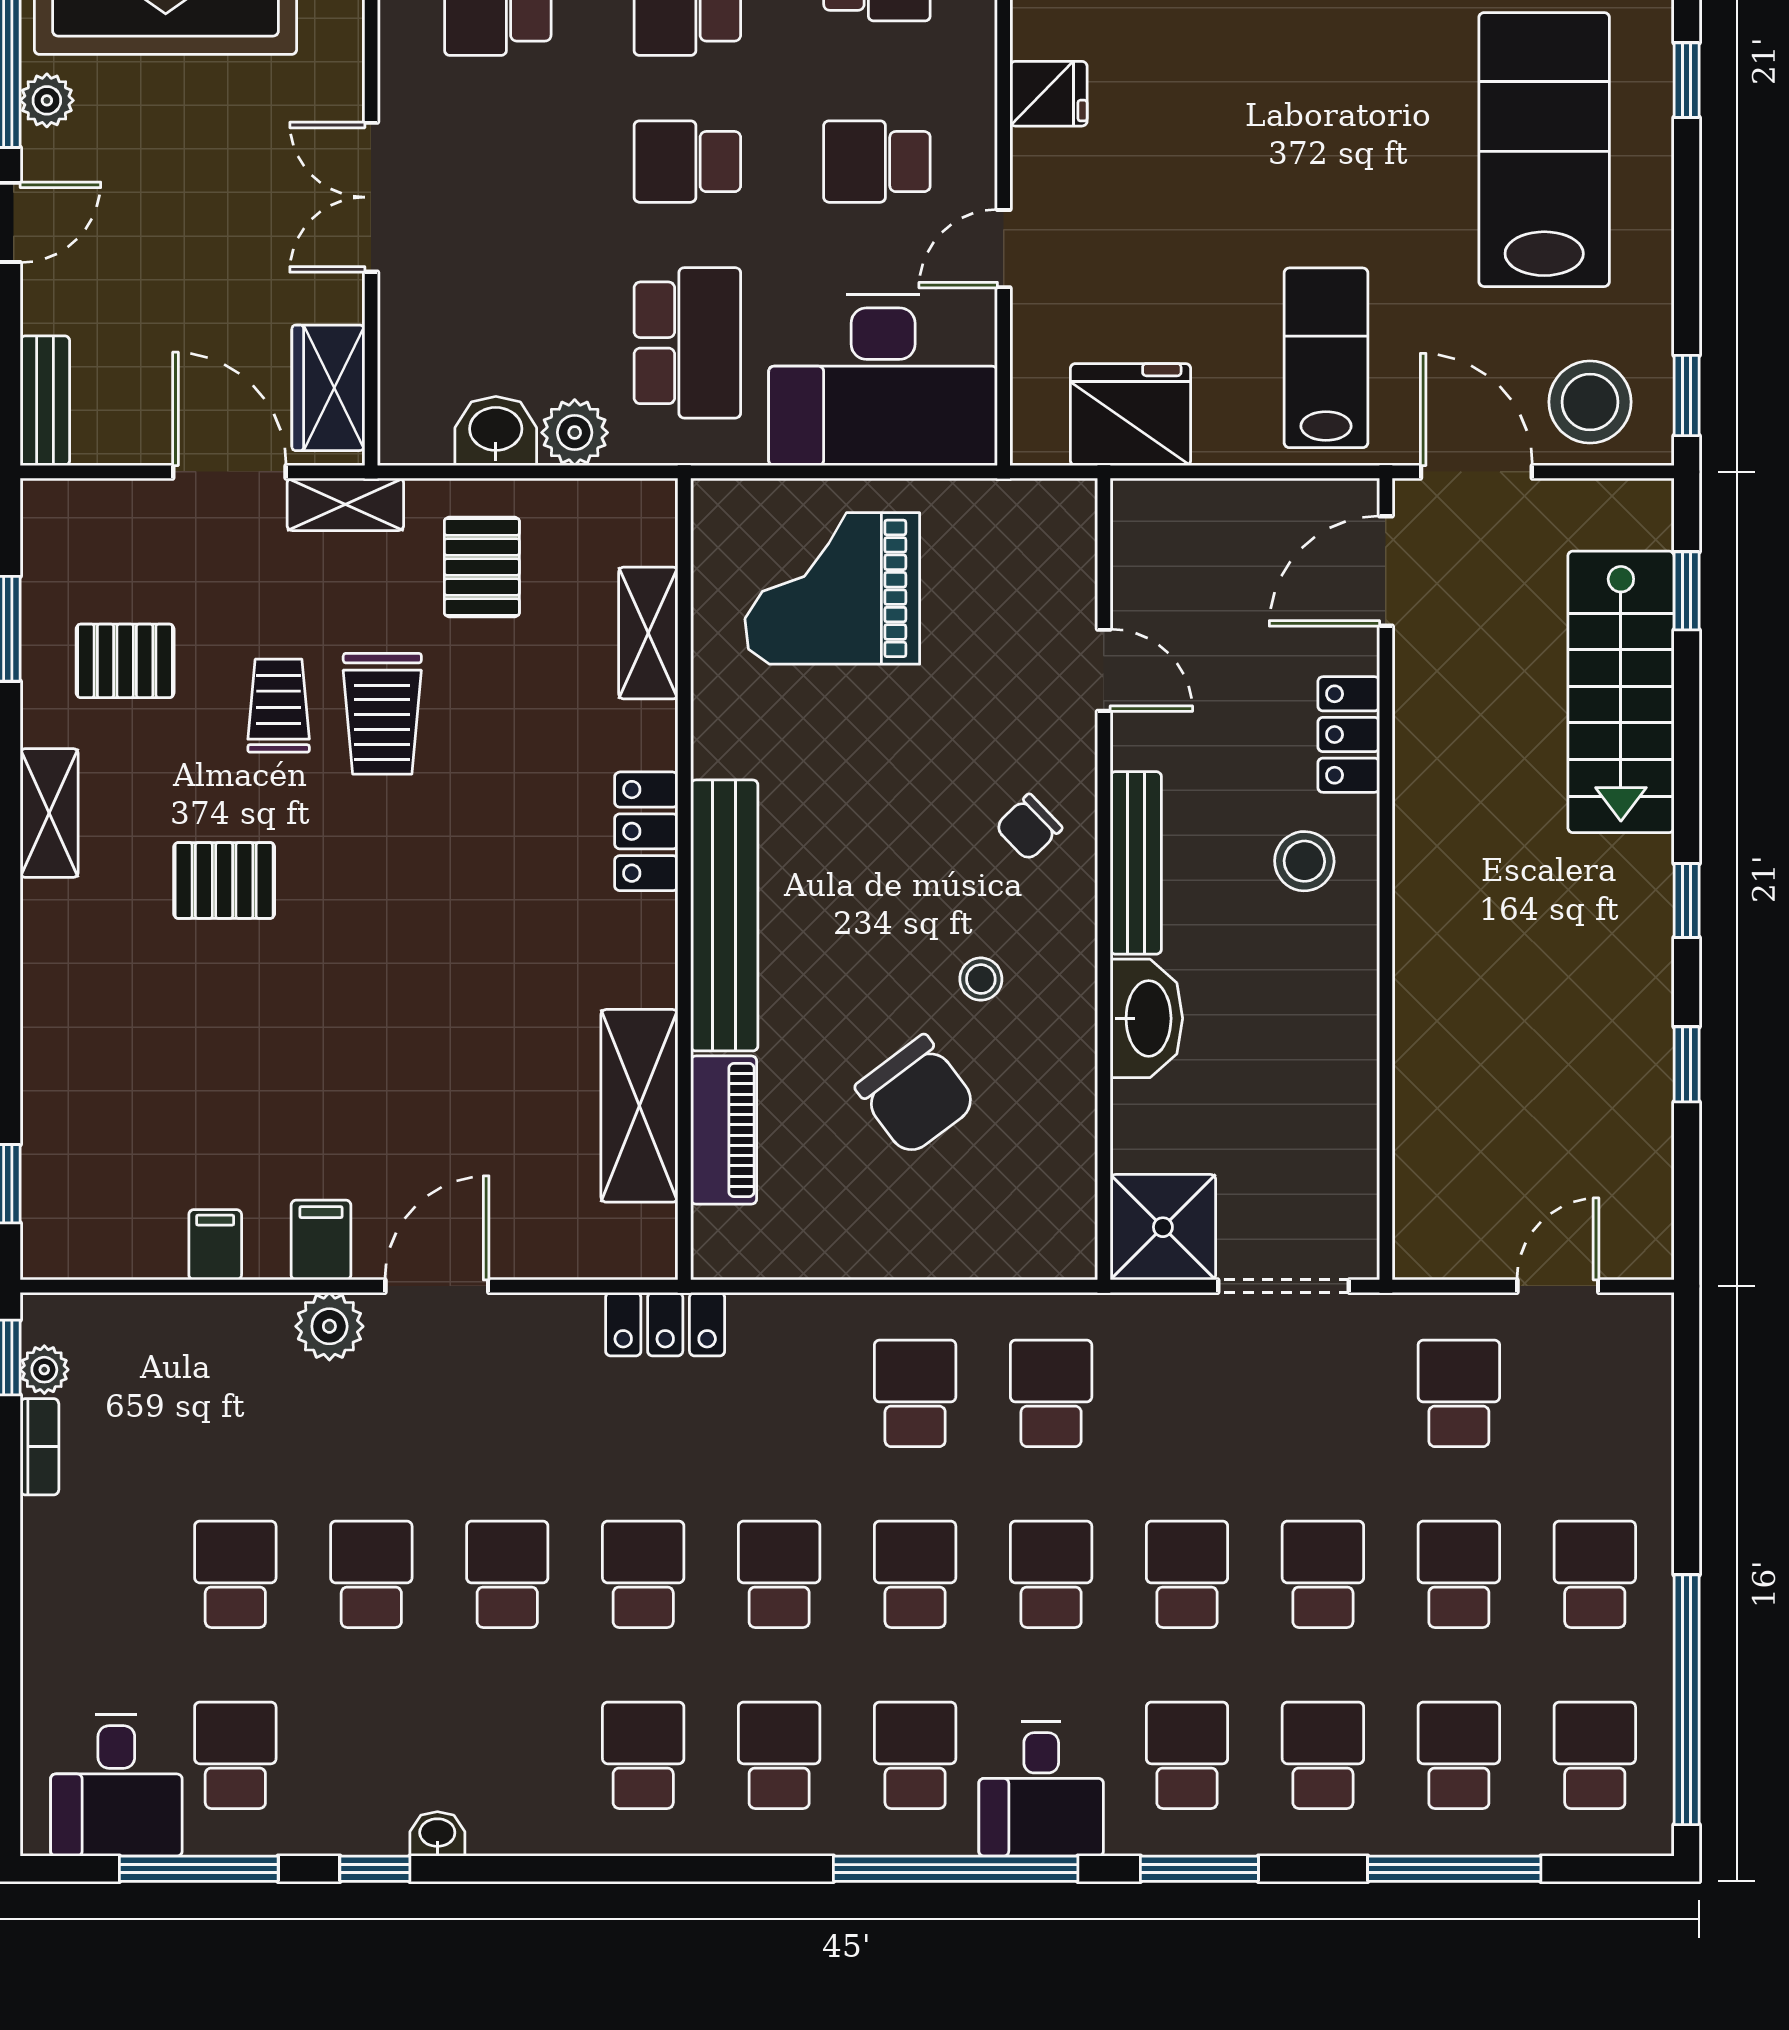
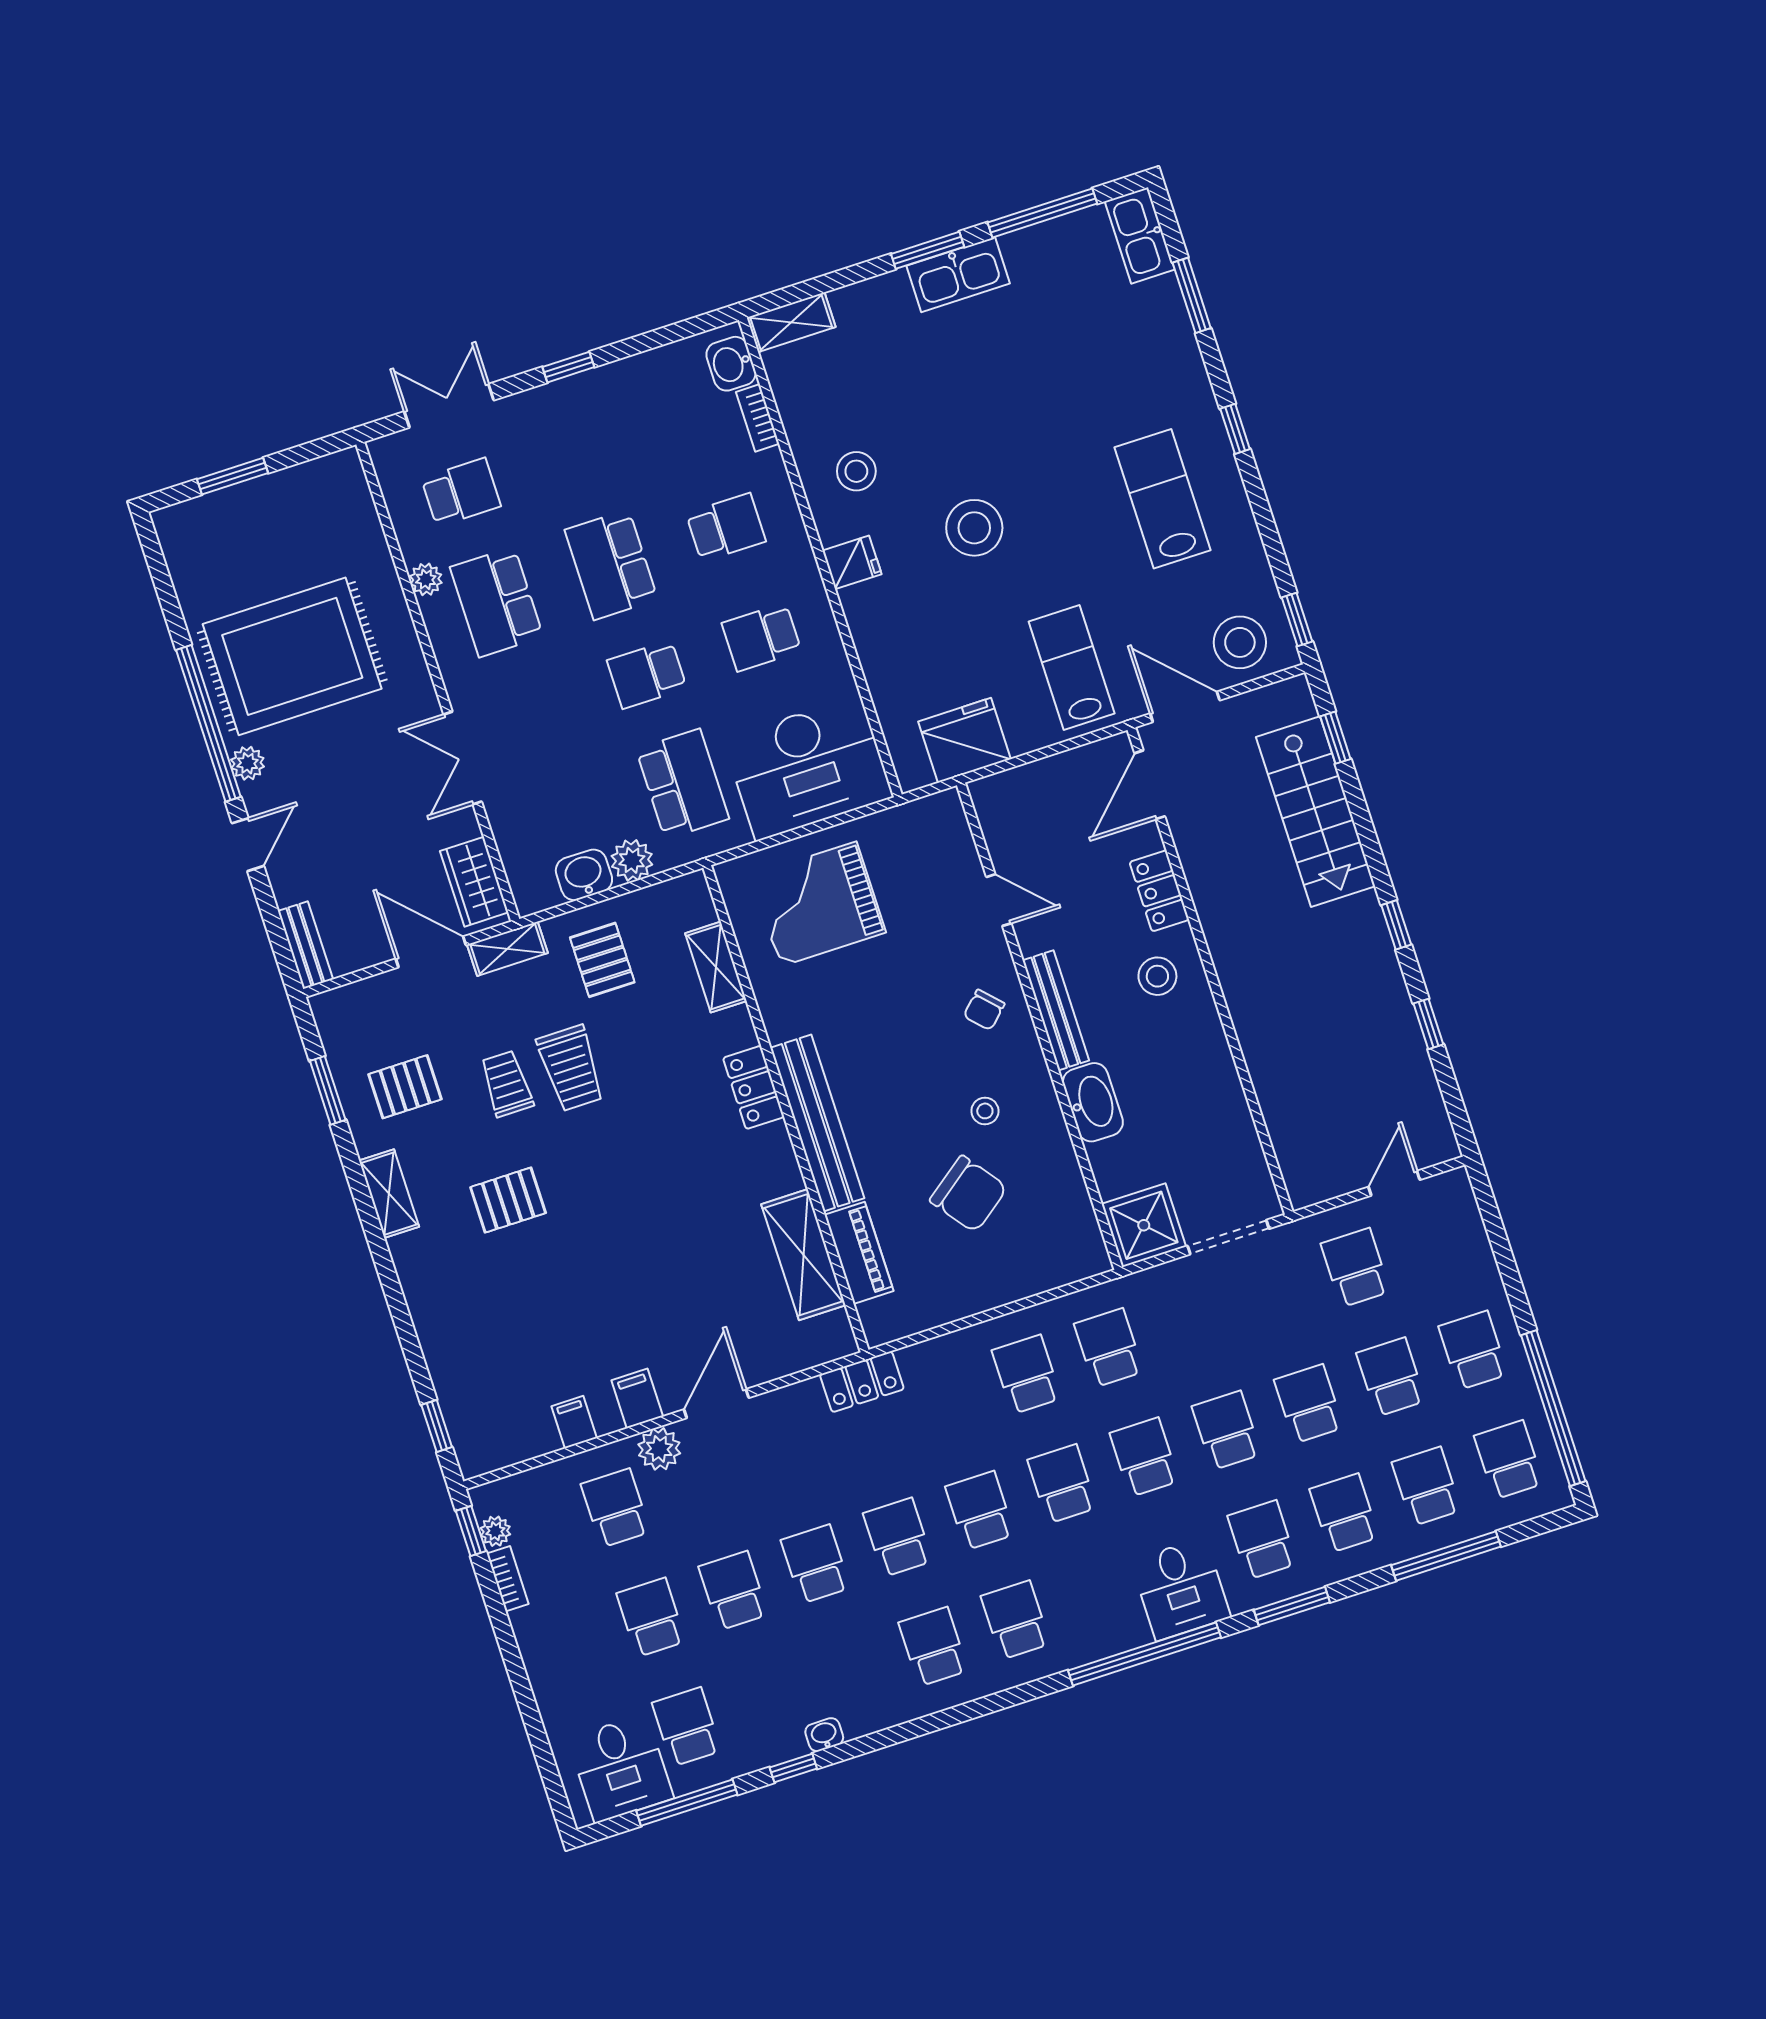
stool: (1248, 102) -> (974, 528), added
lab bench: (1544, 150) -> (1163, 499), width x0.73, depth x0.72
door: (1004, 249) -> (855, 665), removed
school desk: (915, 1755) -> (616, 1508), moved

